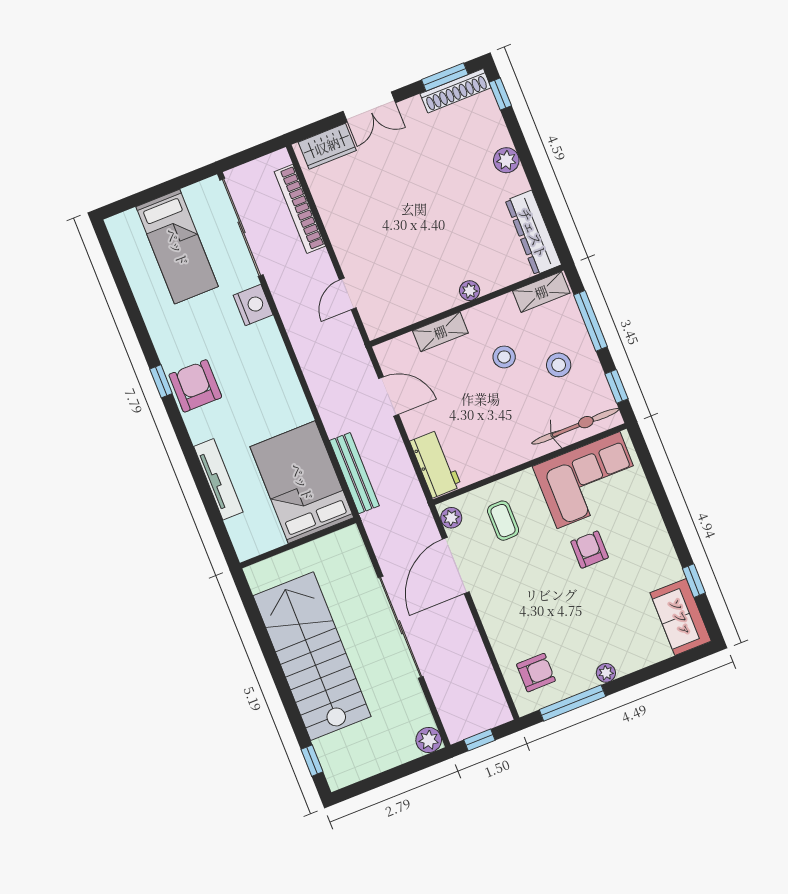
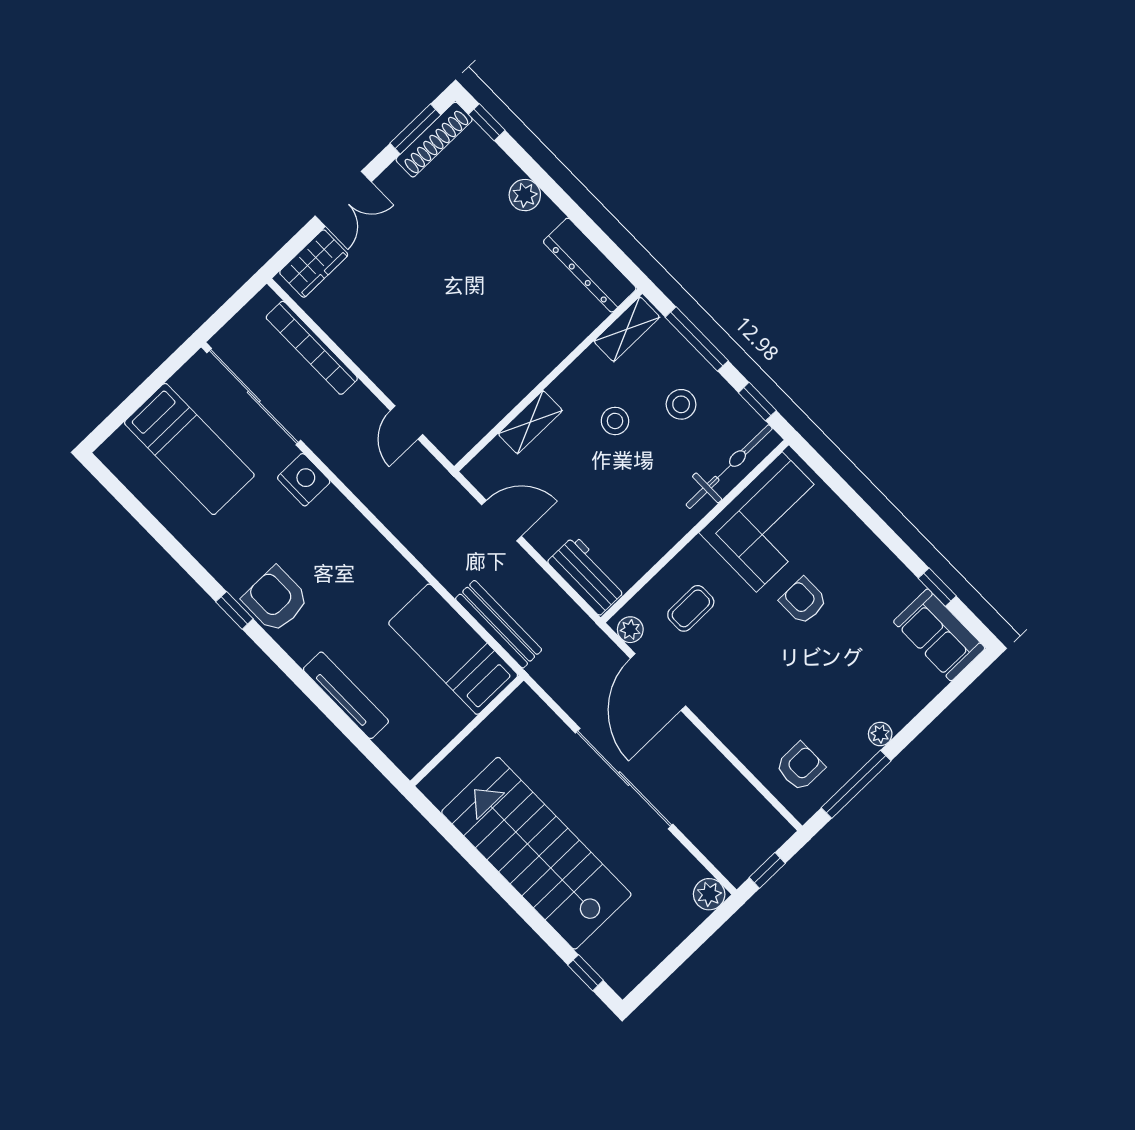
plant: (470, 291) -> (544, 361), removed
bed: (302, 482) -> (453, 649), width x0.67
coffee table: (503, 521) -> (691, 608), turned 90

